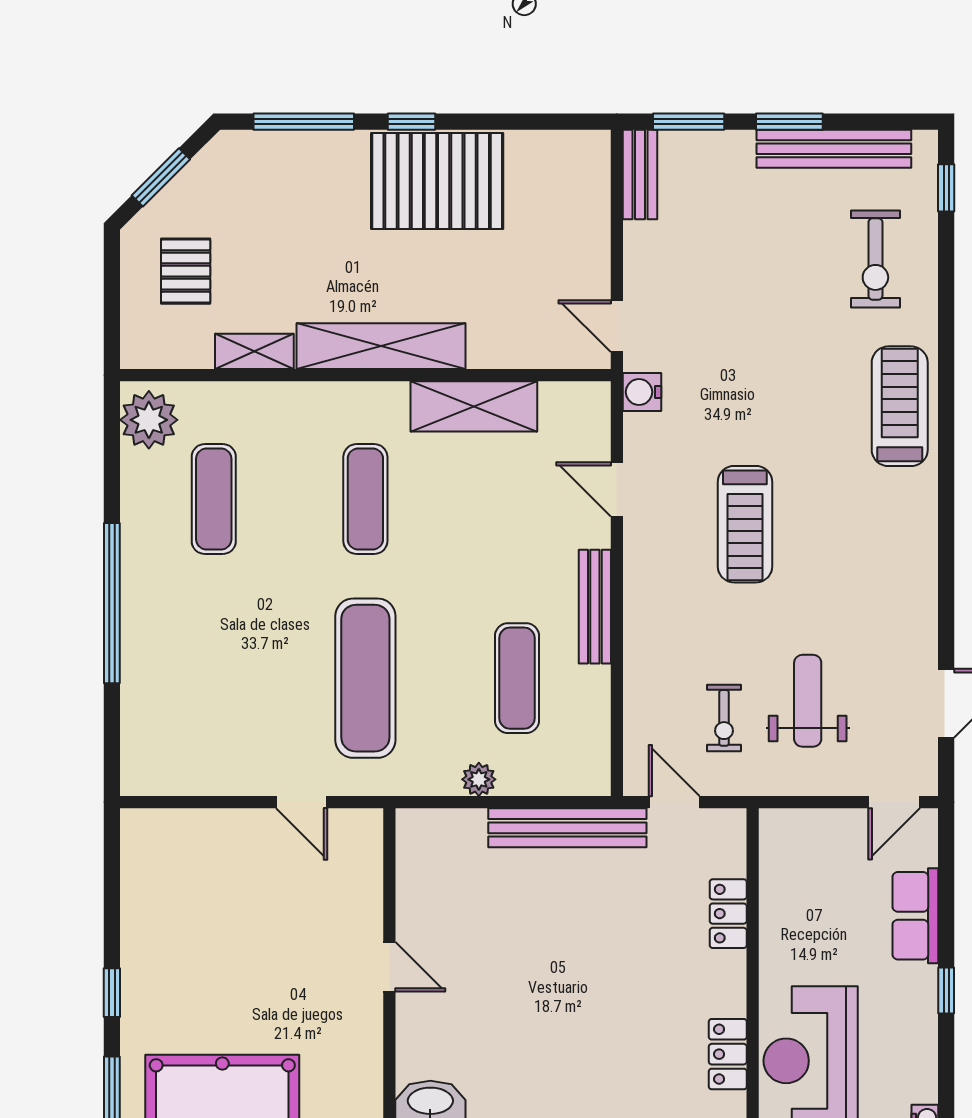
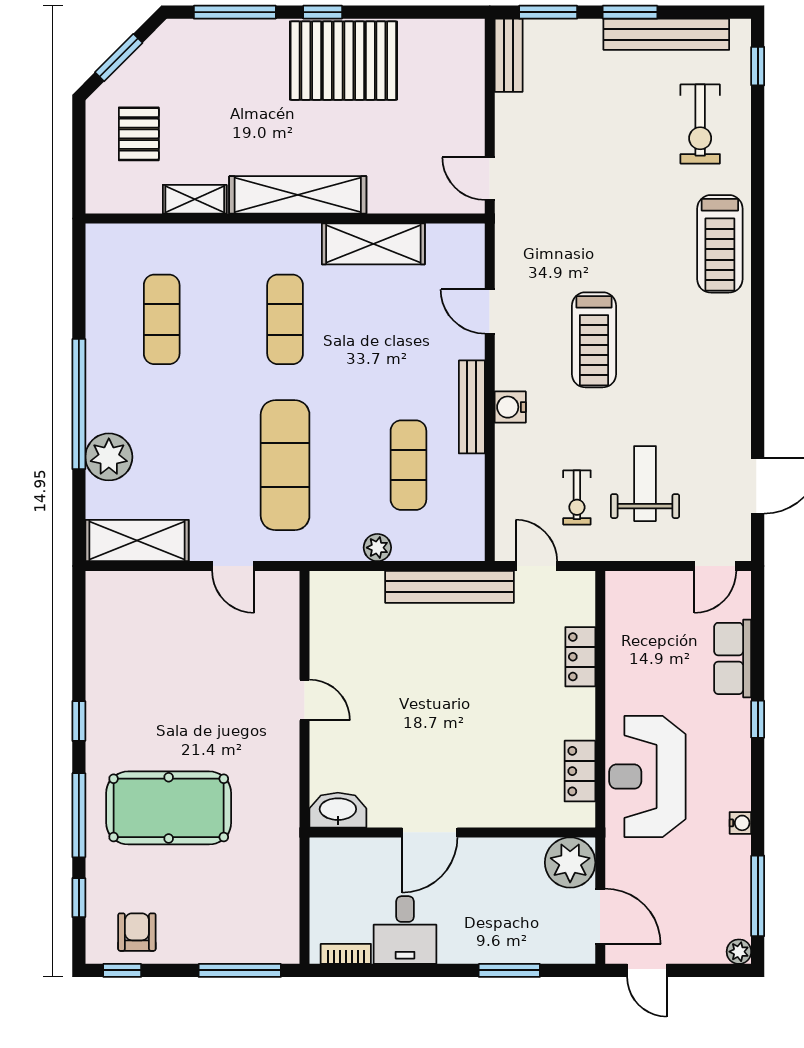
water cooler: (642, 392) -> (510, 407), moved
treadmill: (900, 406) -> (720, 244), turned 180
plant: (149, 420) -> (109, 457), moved
shelving: (183, 771) -> (137, 540), added

